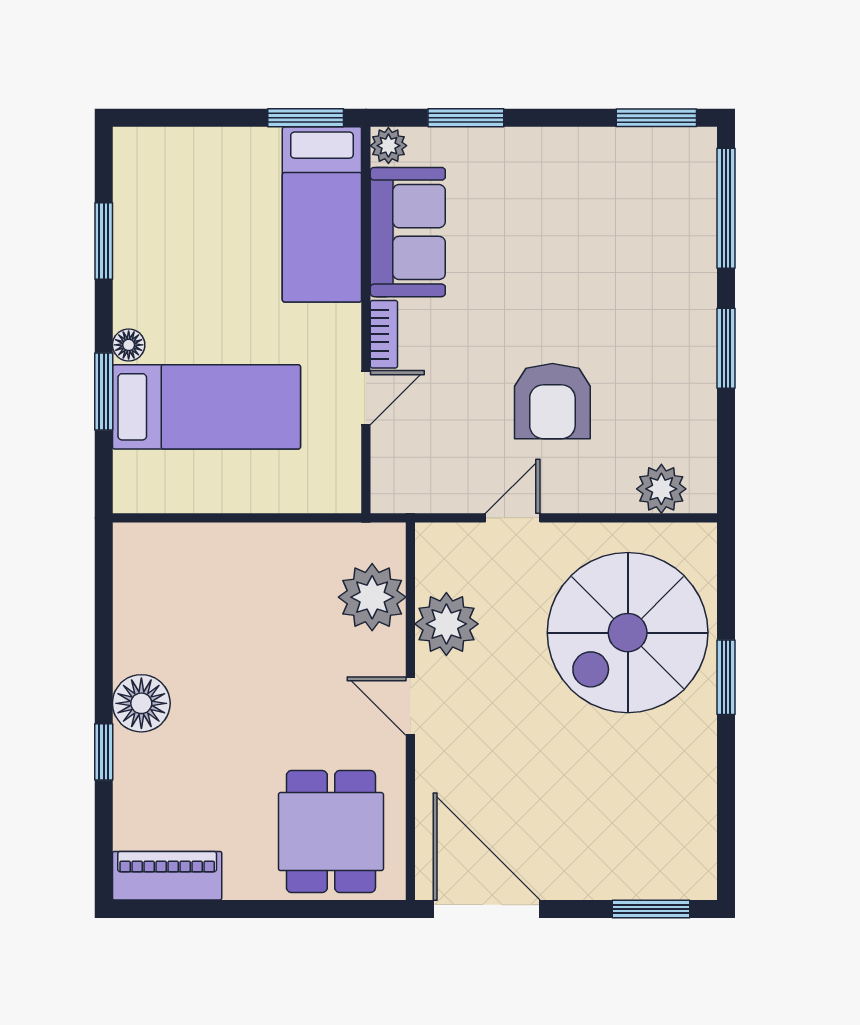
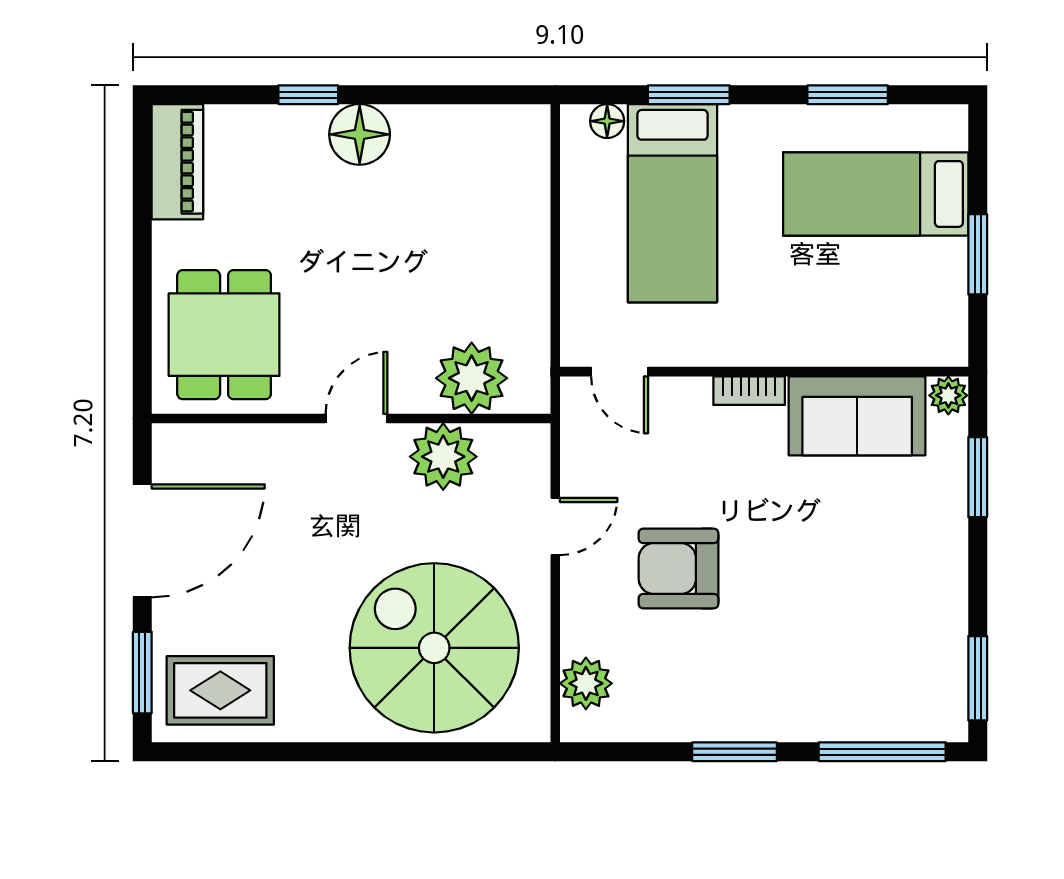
window: (306, 118) -> (978, 254), moved
bed: (322, 214) -> (876, 194), moved
floor lamp: (129, 345) -> (607, 121), moved
door: (366, 398) -> (620, 372), moved
door: (513, 518) -> (555, 526), hinge flipped
window: (726, 677) -> (387, 752), removed
dining table: (331, 832) -> (224, 335), turned 90
rug: (668, 835) -> (220, 690), added
door: (487, 909) -> (142, 541), moved

